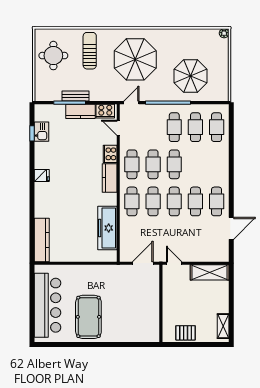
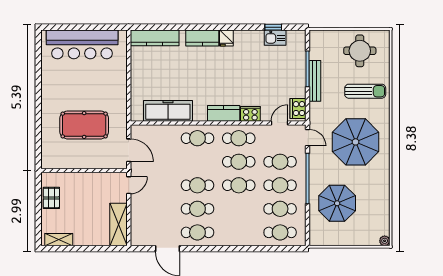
bench: (75, 96) -> (315, 81), width x1.36
kitchen counter: (81, 111) -> (202, 38), moved, turned -90
cafe table: (153, 201) -> (280, 162), moved
pool table: (88, 317) -> (84, 125), moved

